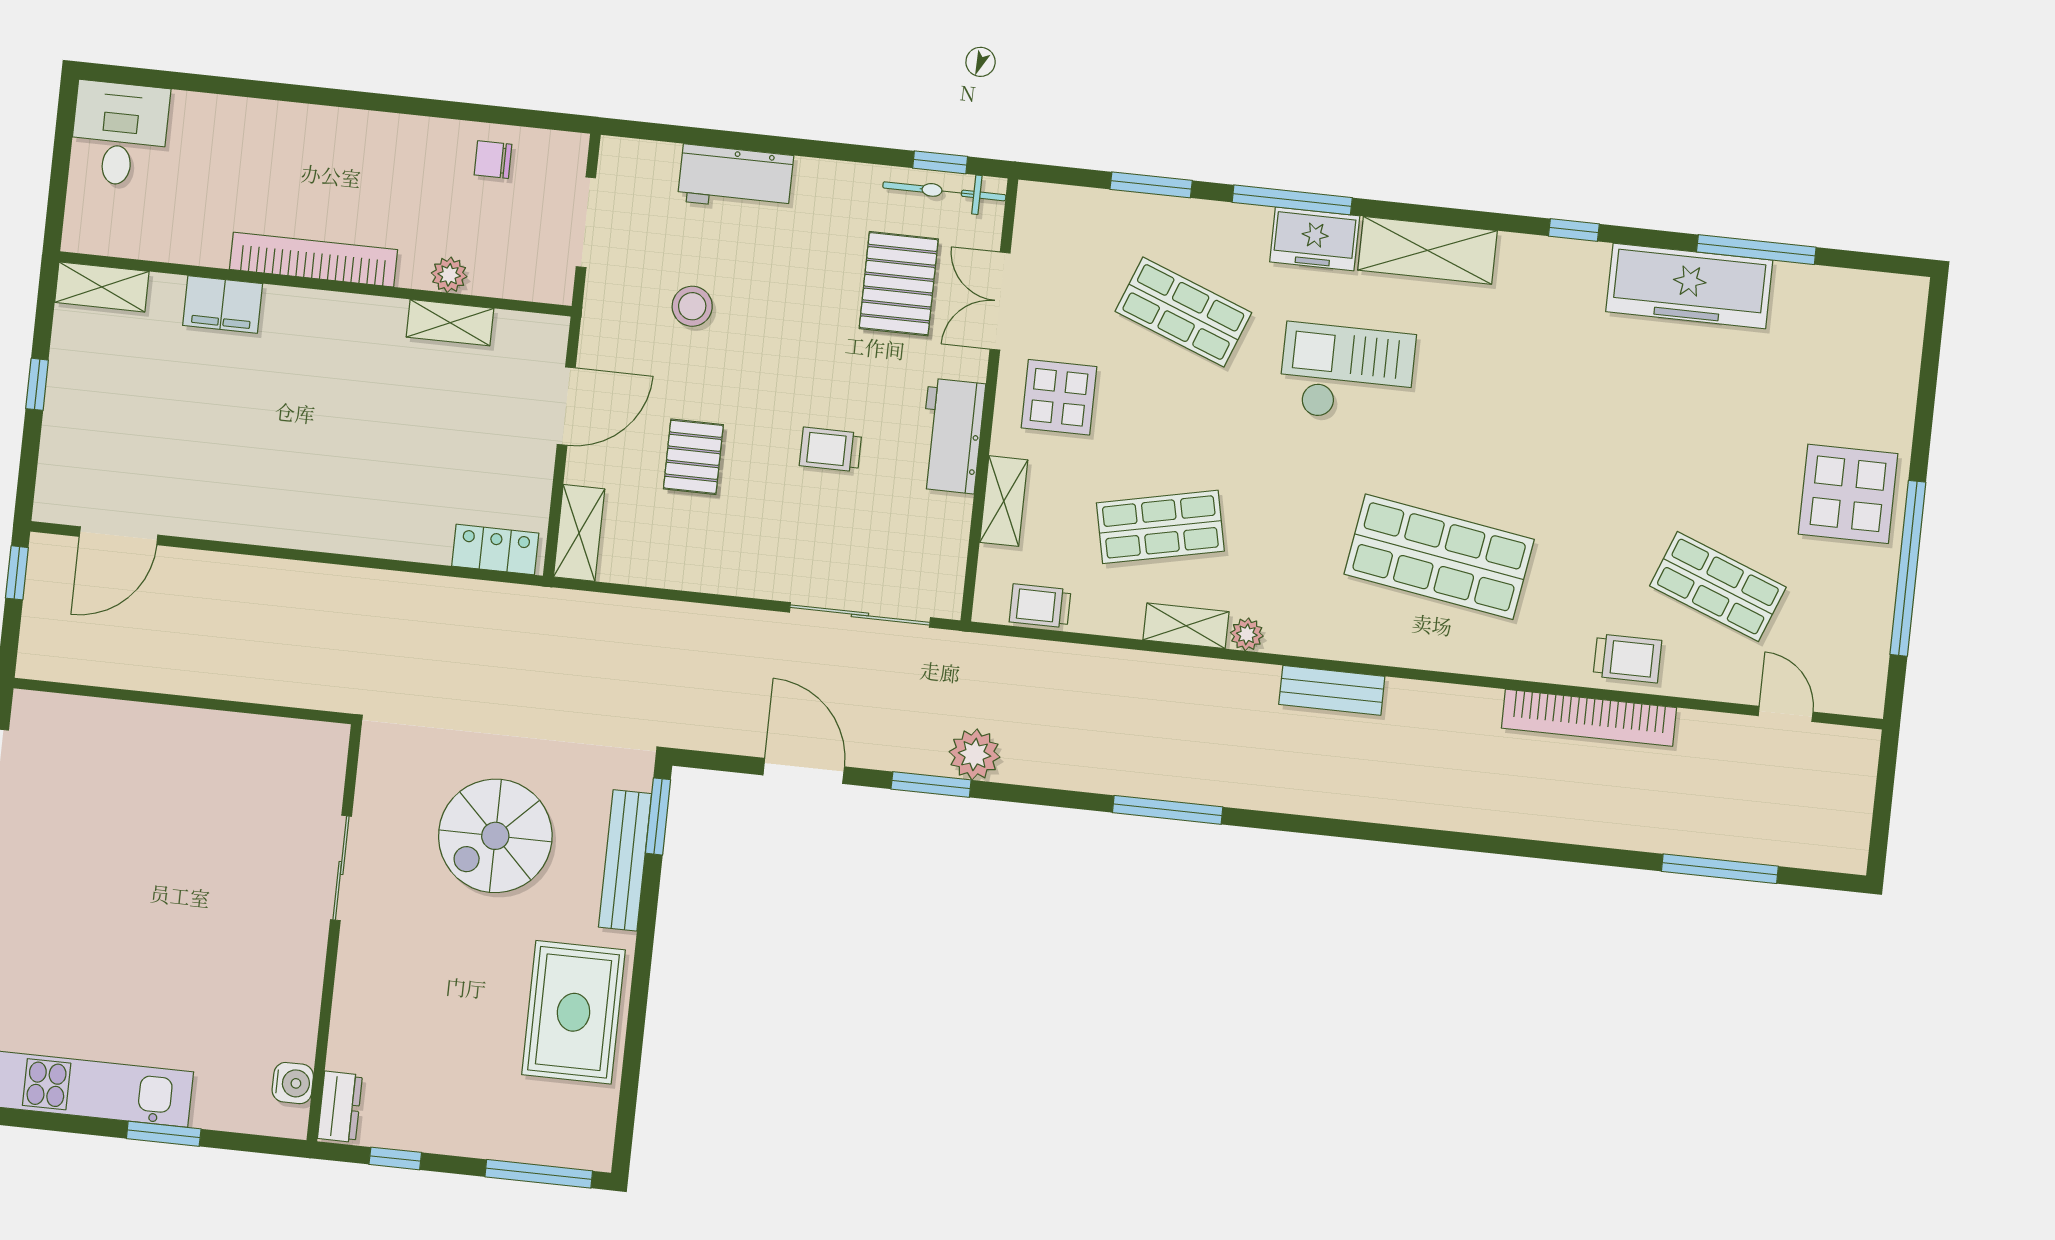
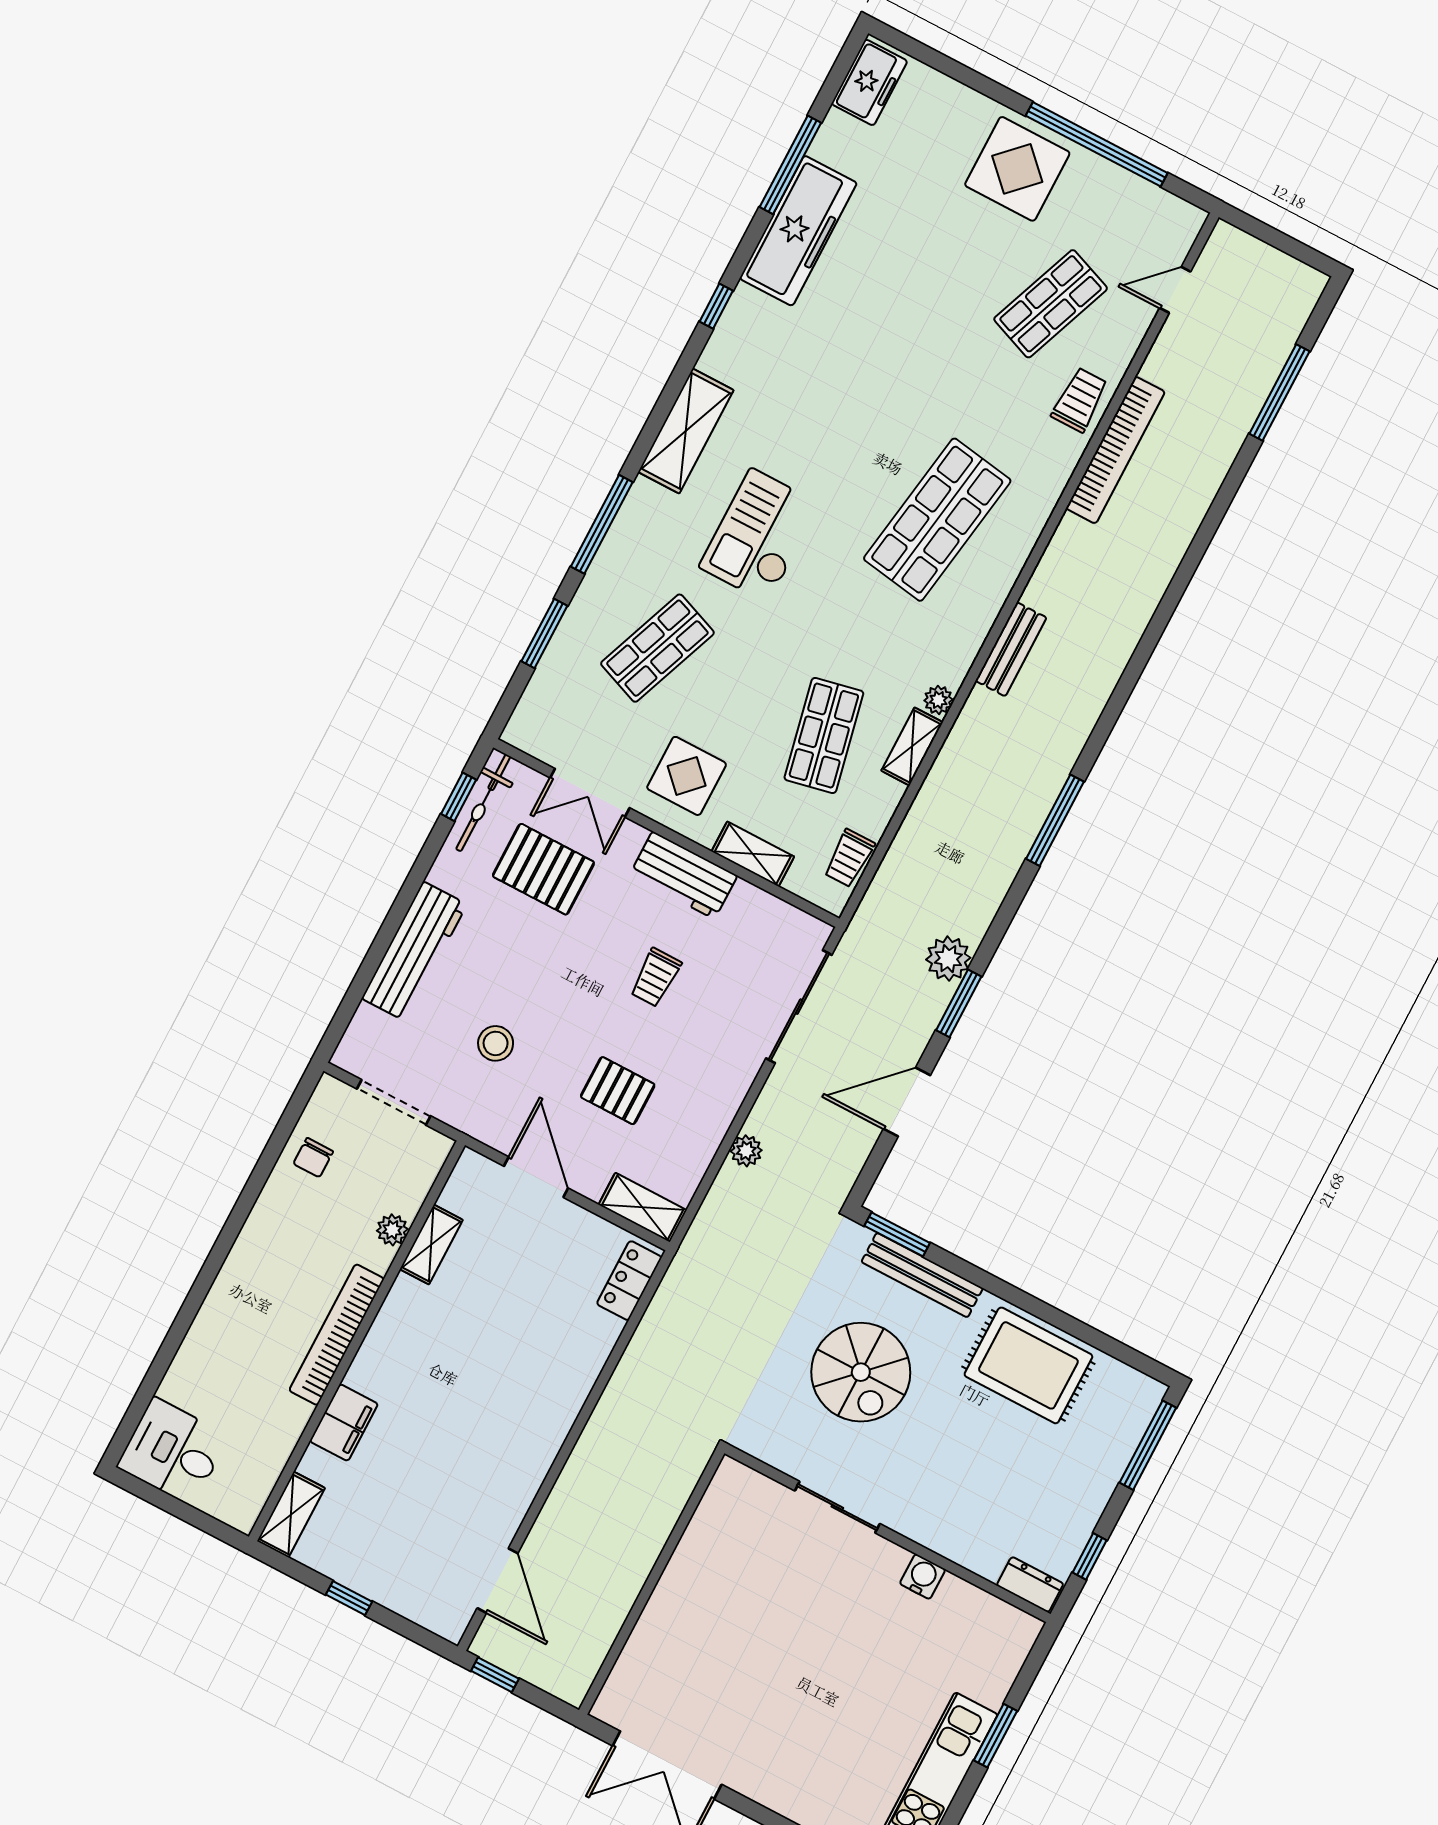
workbench: (736, 178) -> (414, 951), width x1.38
freezer: (1315, 239) -> (869, 82), moved
plant: (683, 620) -> (746, 1151), added
water cooler: (293, 1083) -> (923, 1577), moved

